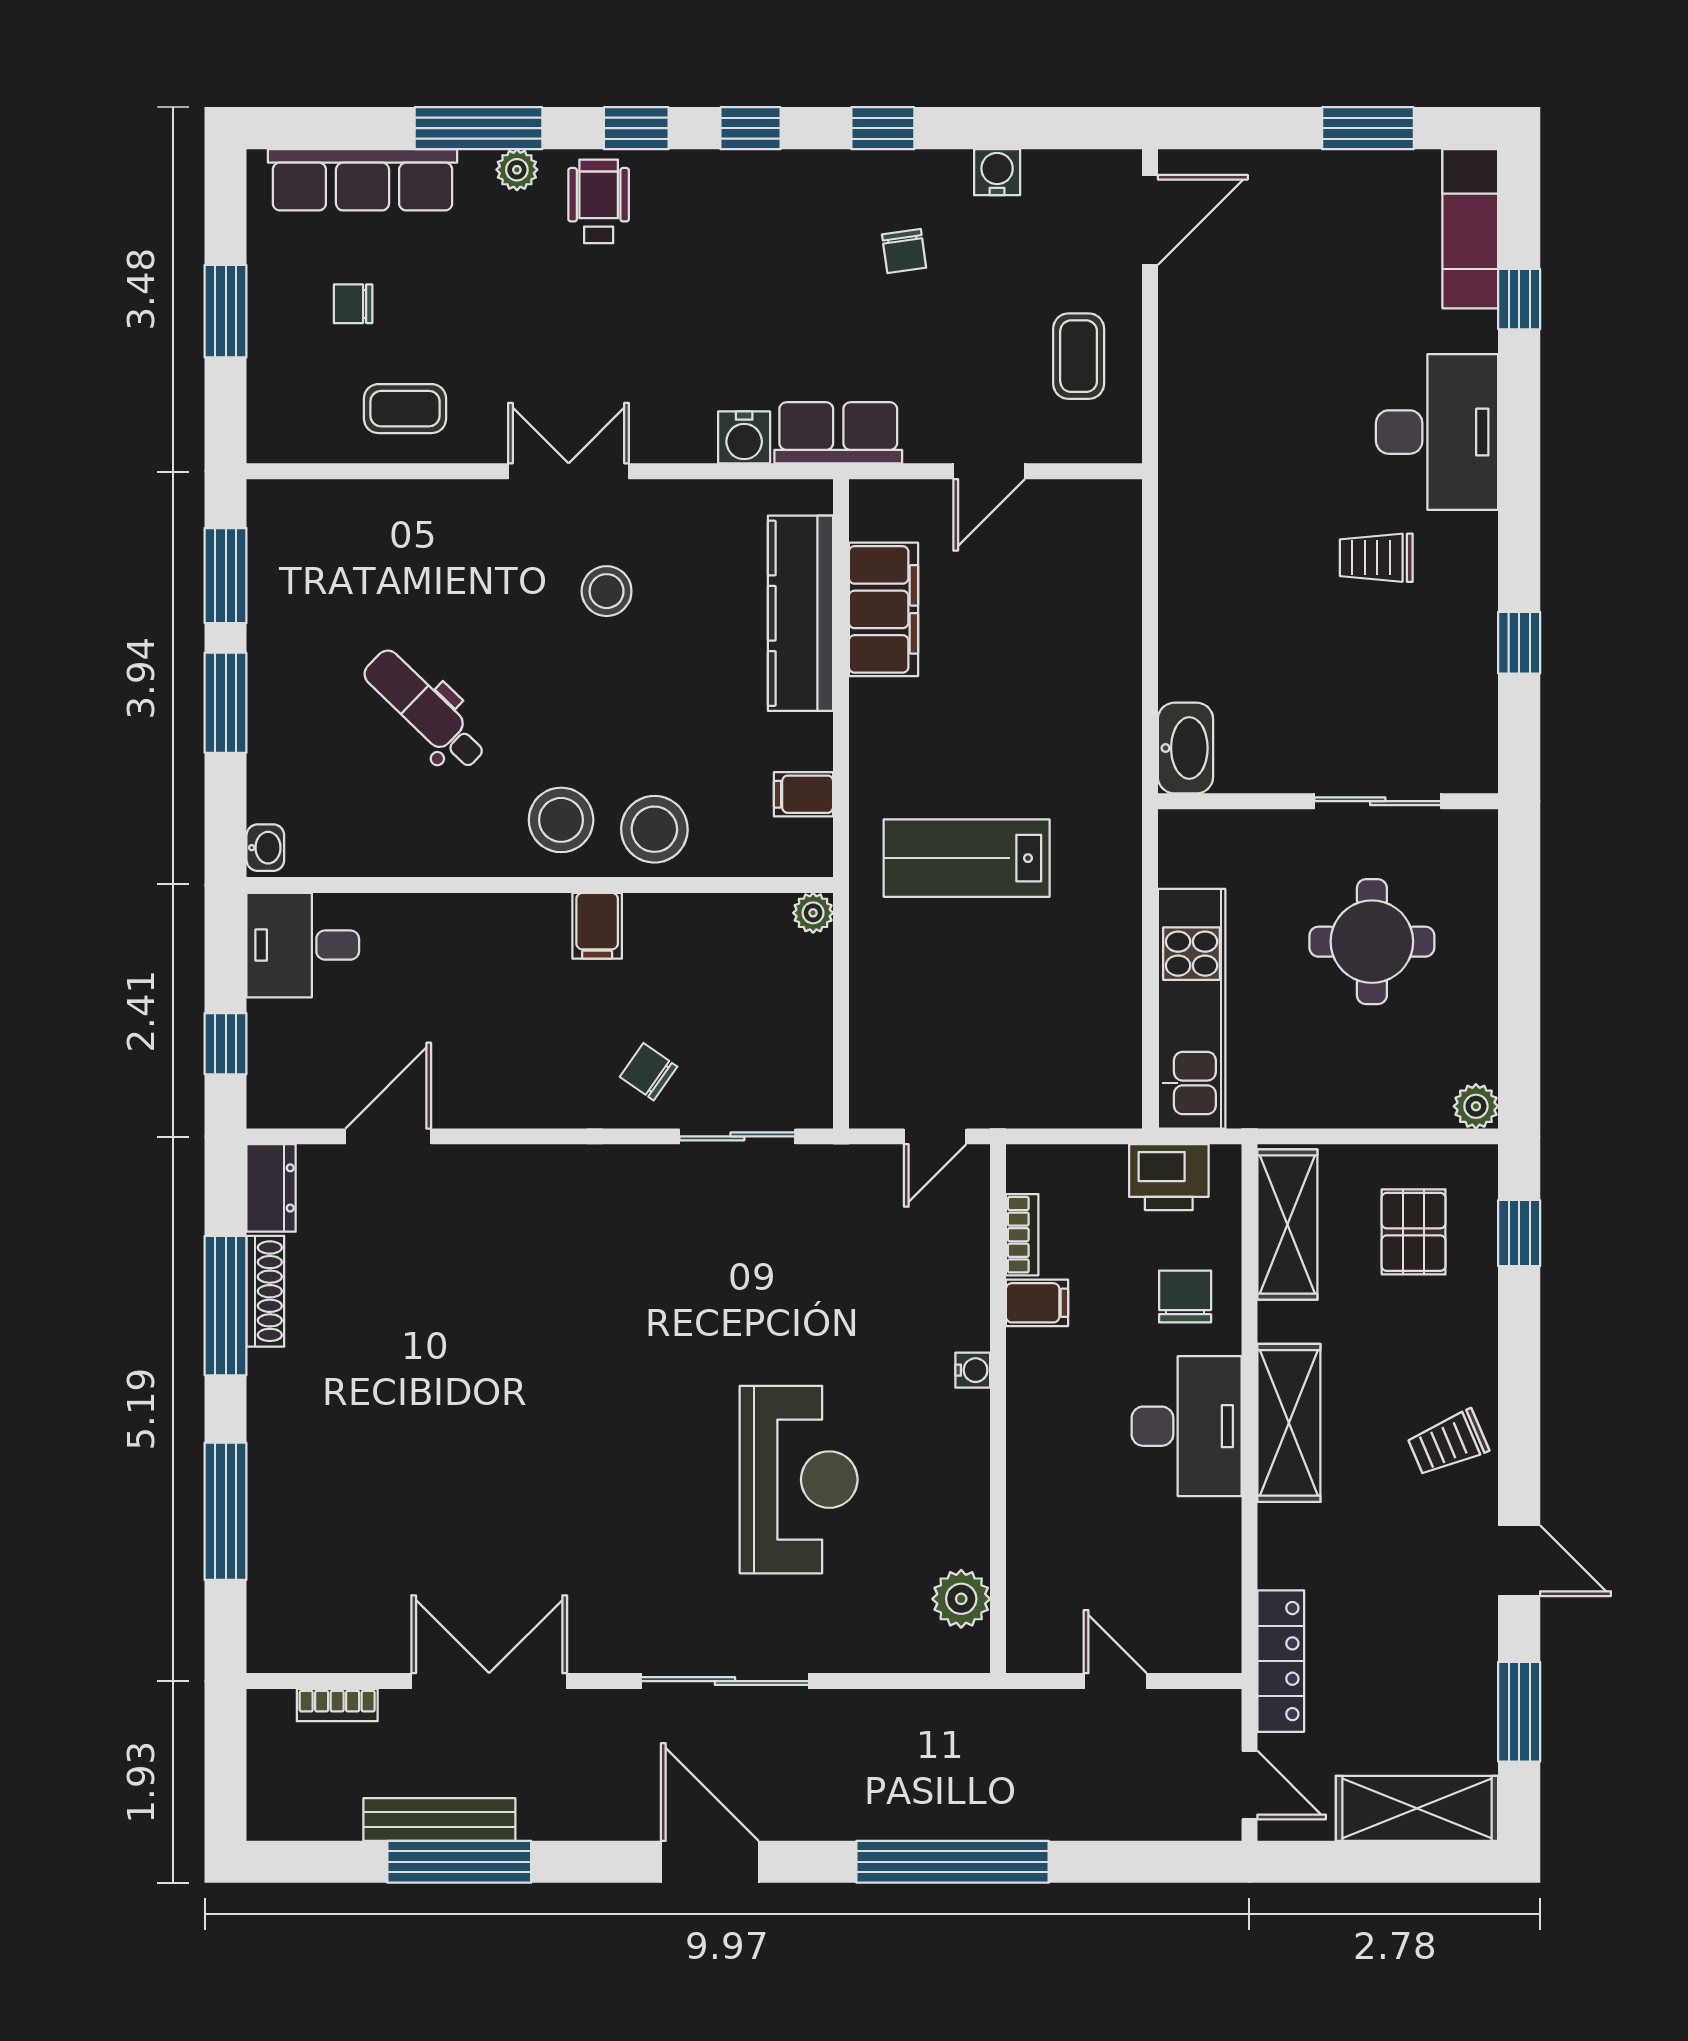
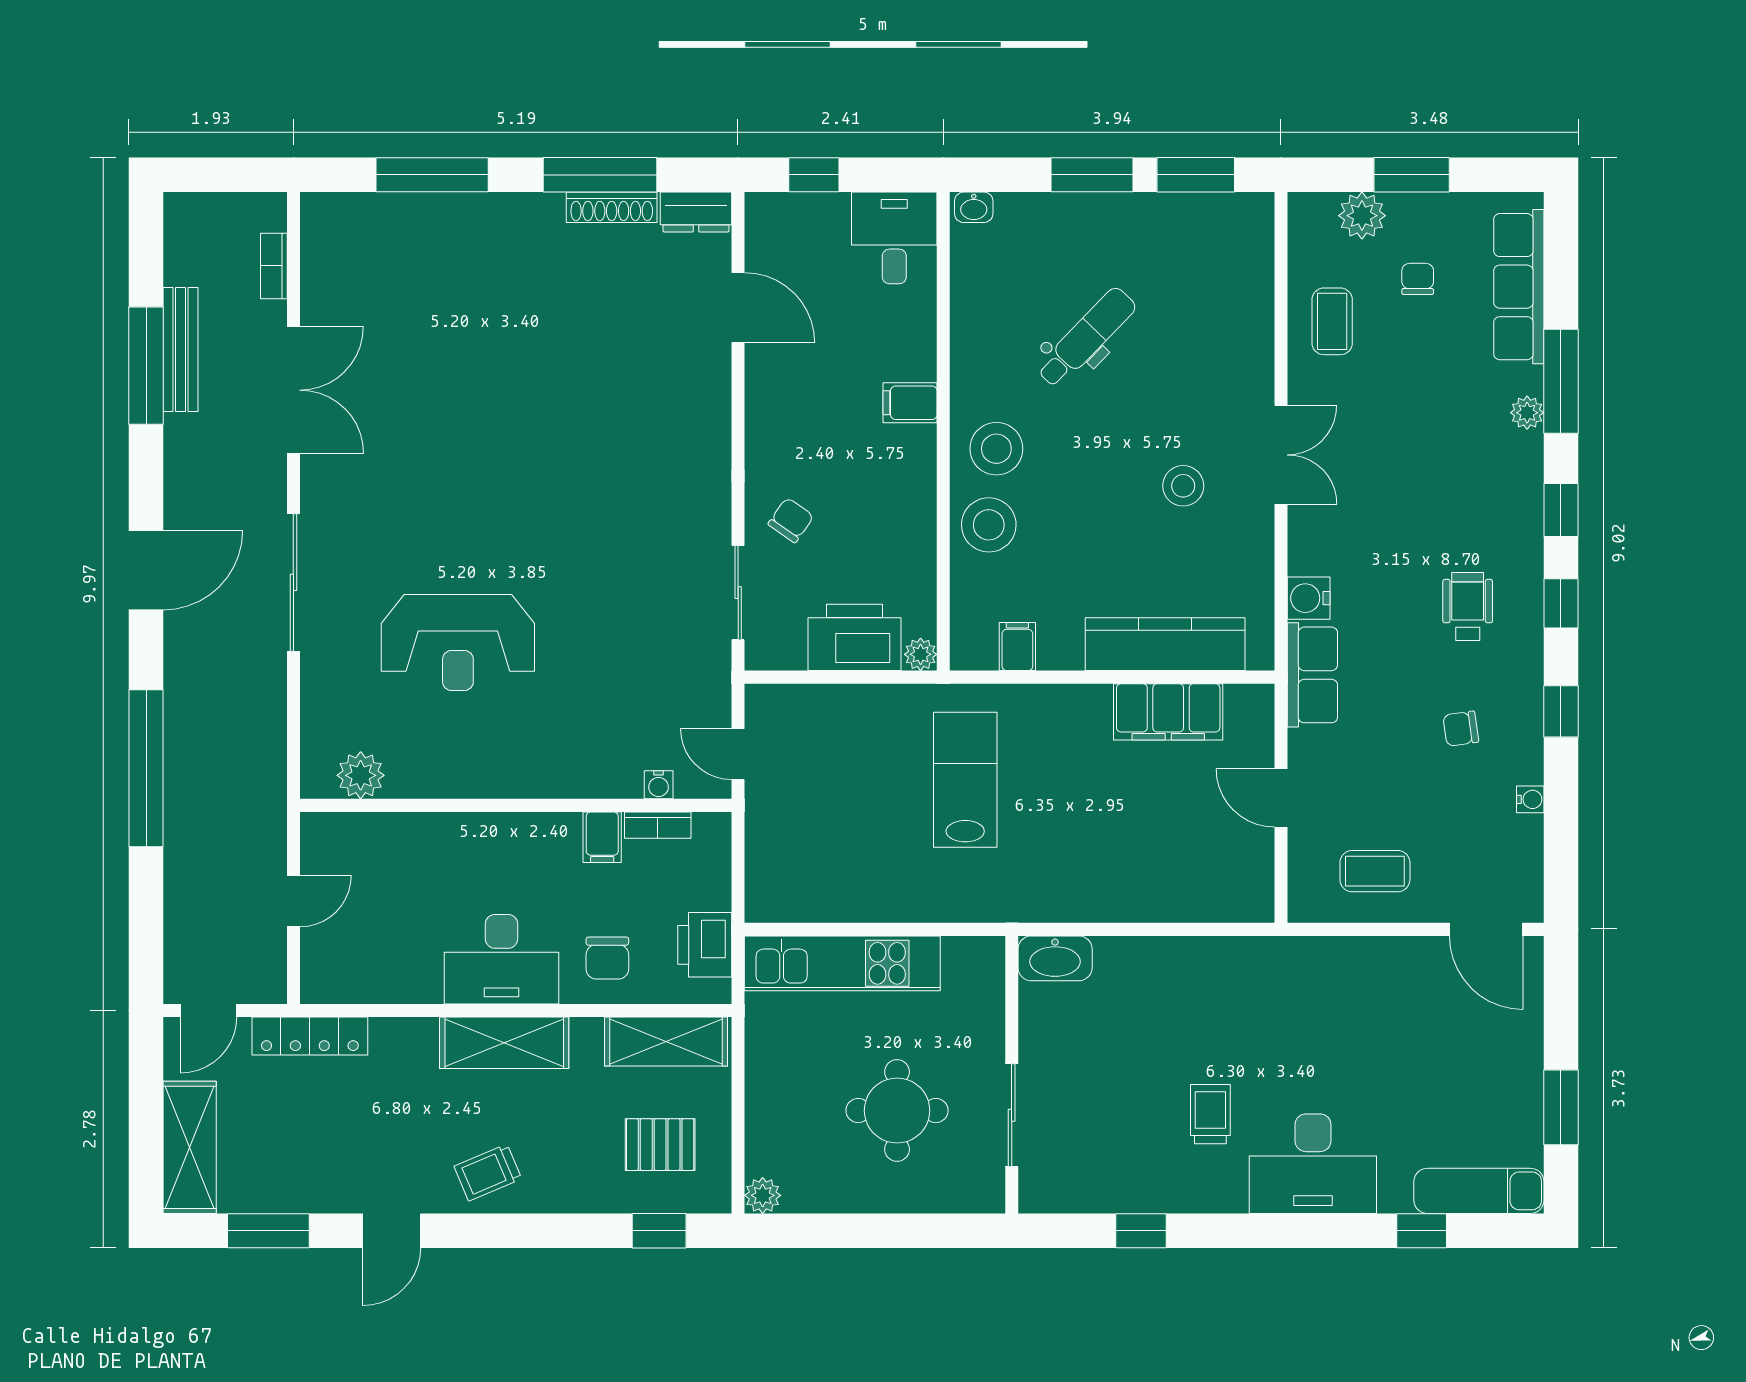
water cooler: (997, 172) -> (1530, 799), width x0.72, depth x0.72
wheelchair: (599, 201) -> (1468, 607), moved, turned -90
plant: (275, 372) -> (1362, 216), added
filing cabinet: (597, 926) -> (910, 403), moved
printer: (792, 994) -> (854, 637), added
chair: (1185, 1297) -> (607, 958), turned 90
water cooler: (973, 1370) -> (659, 785), moved
trolley: (1448, 1443) -> (488, 1173), turned -90

